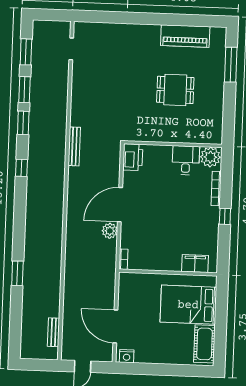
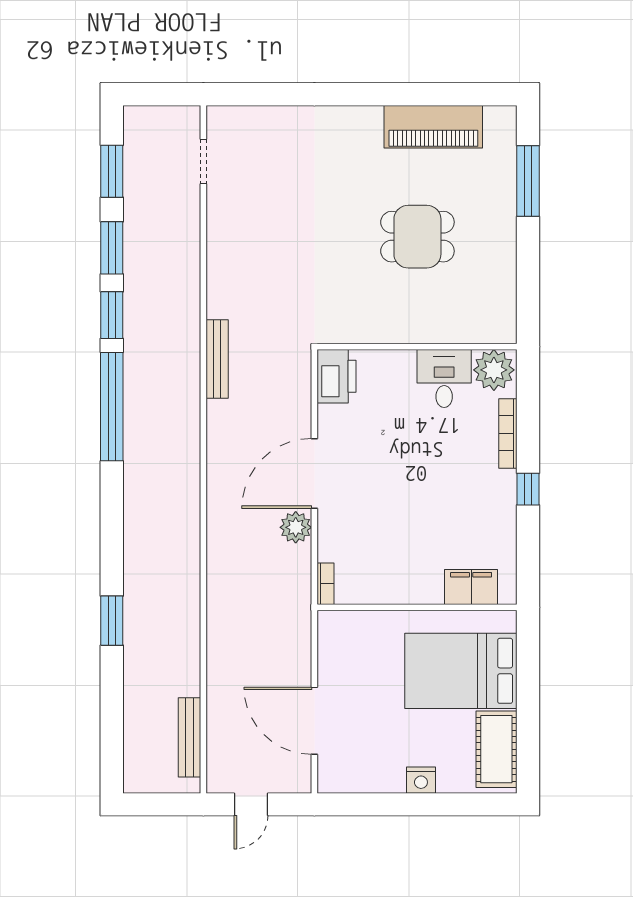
window: (22, 168) -> (112, 407), width x3.17
bench: (53, 332) -> (189, 737), width x1.36
nightstand: (127, 356) -> (421, 780), moved

